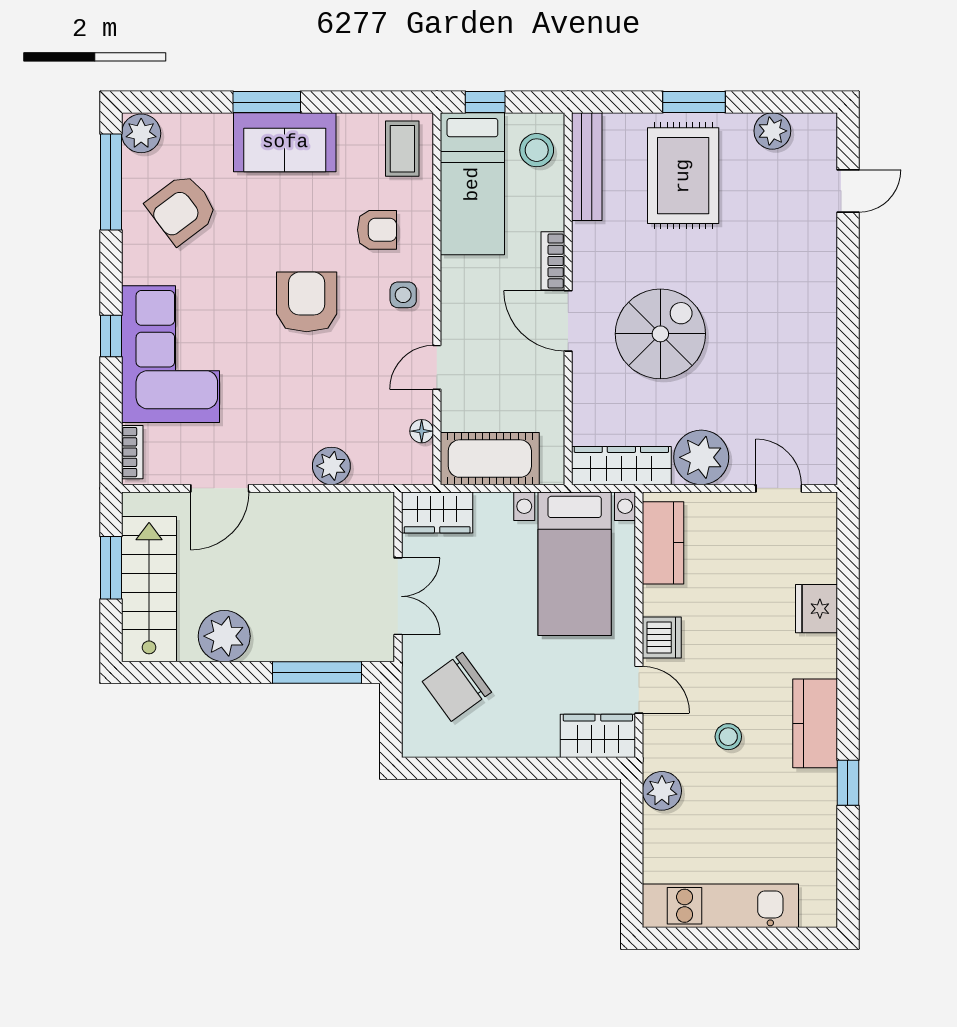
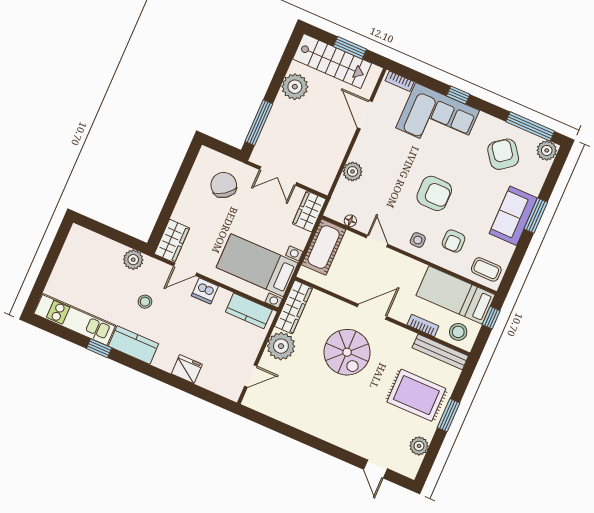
bookcase: (553, 261) -> (423, 325), moved
kitchen unit: (720, 906) -> (75, 320), moved, turned -90

